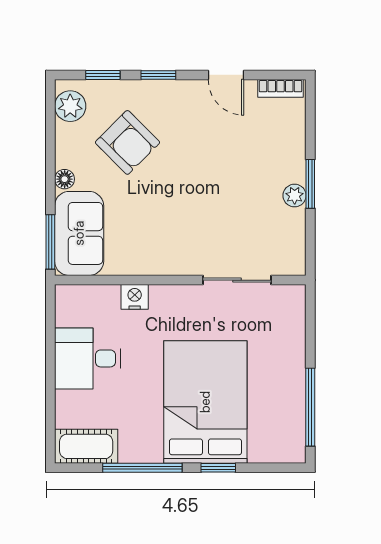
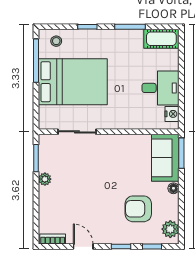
armchair: (127, 142) -> (138, 209), turned -45
window: (310, 184) -> (36, 158), moved
nightstand: (135, 297) -> (172, 114), moved, turned -90
bed: (205, 402) -> (73, 82), moved, turned -90
stool: (274, 442) -> (56, 41), added
window: (142, 468) -> (130, 27), width x0.69

